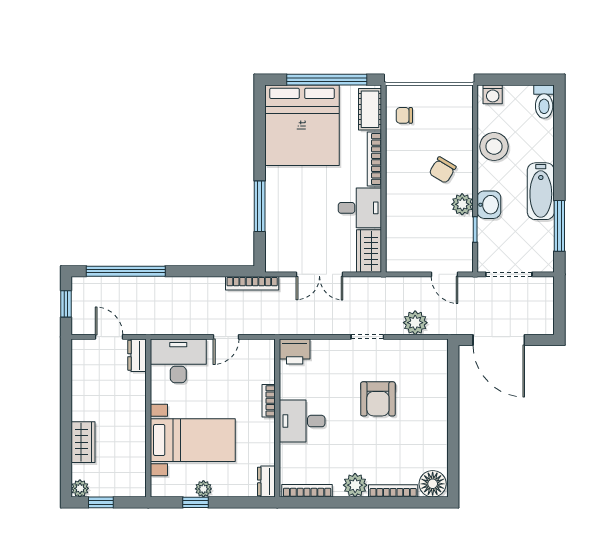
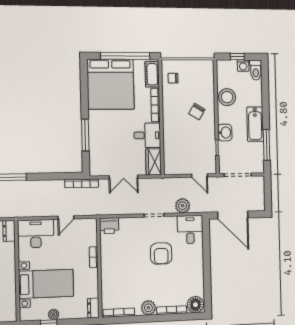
window: (513, 80) -> (237, 57), added
washing machine: (493, 94) -> (243, 66), moved
plant: (462, 204) -> (209, 132), removed
desk: (302, 421) -> (190, 230), moved, turned 90

